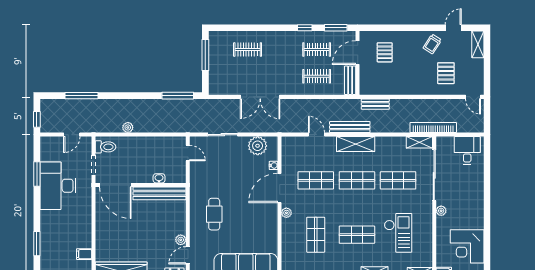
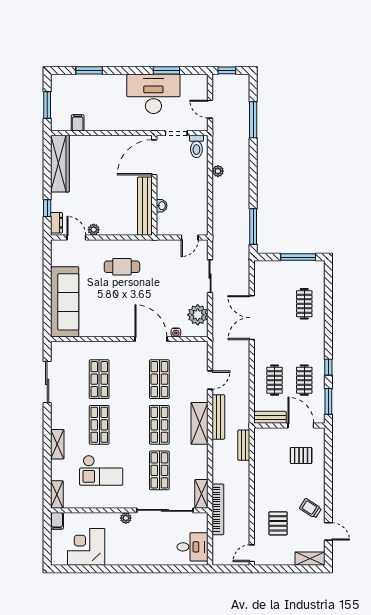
pallet: (446, 73) -> (278, 523), turned 90
plant: (286, 213) -> (124, 347), removed
shop shelf: (316, 235) -> (99, 379), turned 90

